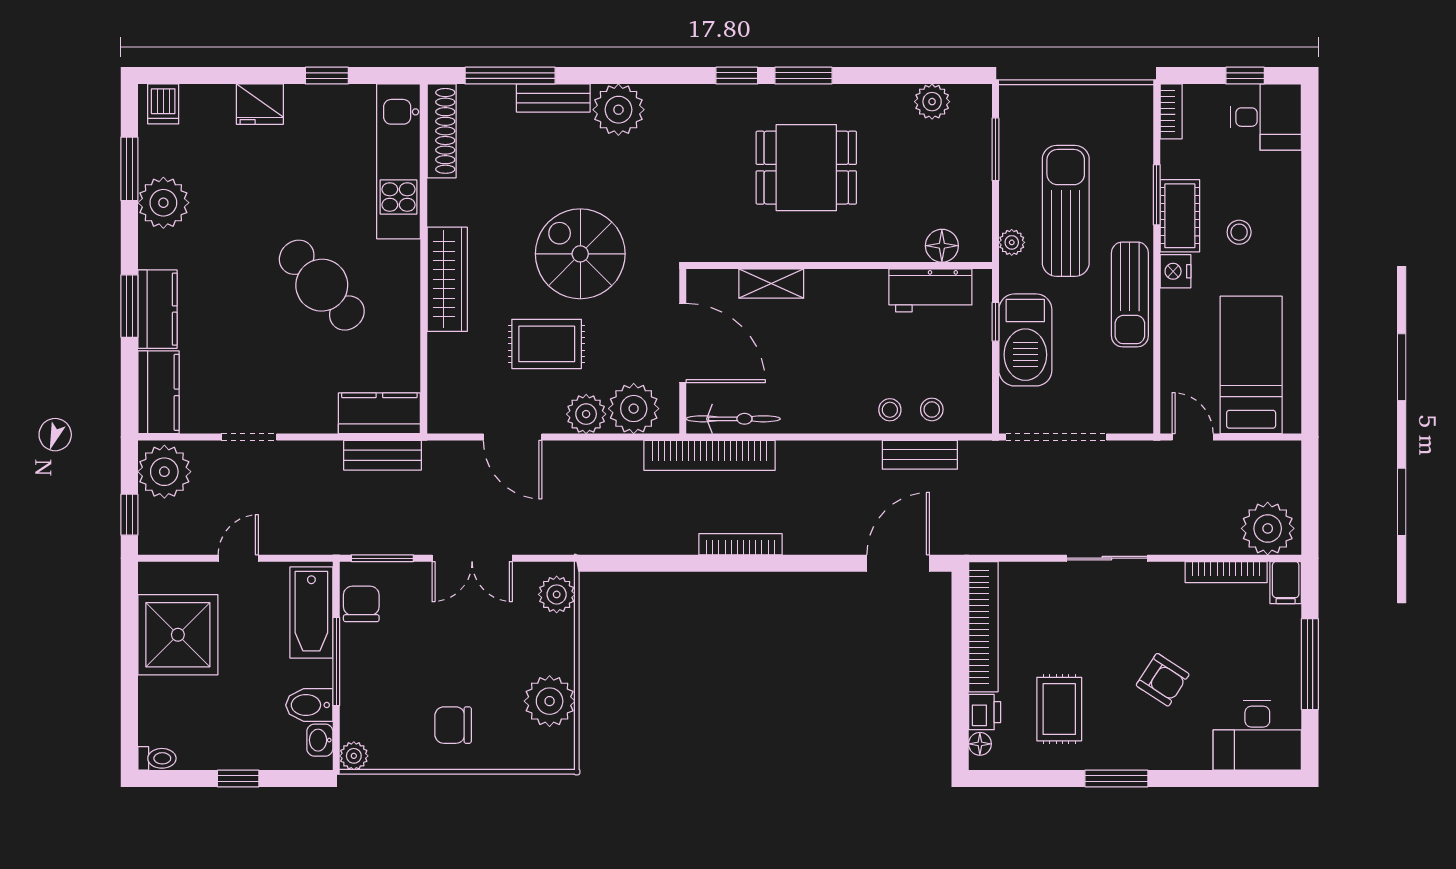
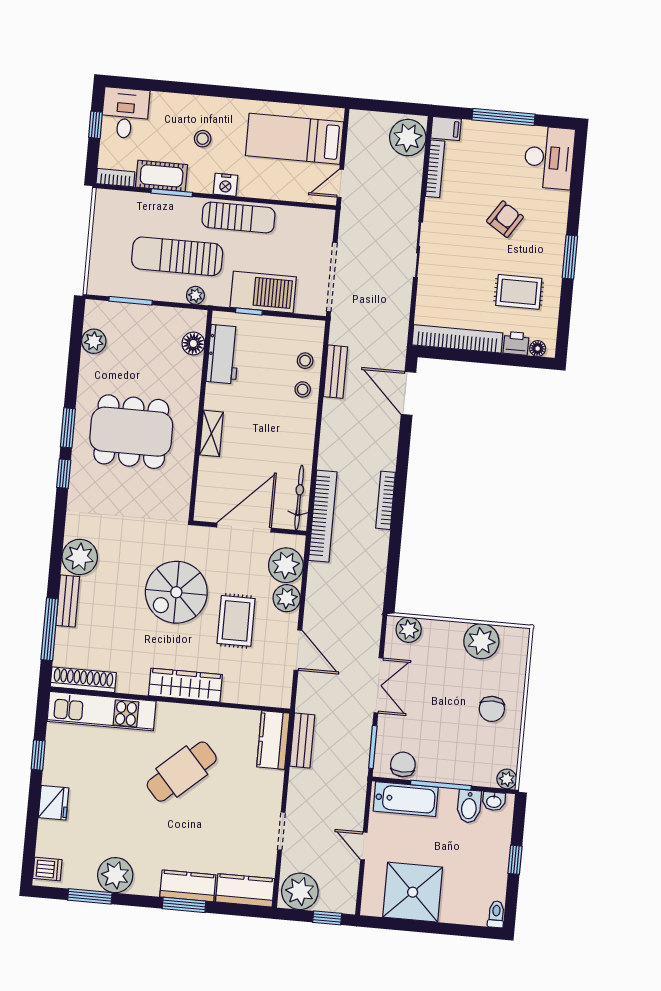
dining table: (806, 168) -> (131, 432), width x1.38
cot: (1180, 216) -> (162, 176), moved
shelving: (771, 284) -> (211, 433), moved
door: (513, 437) -> (298, 650), hinge flipped
chair: (361, 604) -> (403, 764), turned 90

